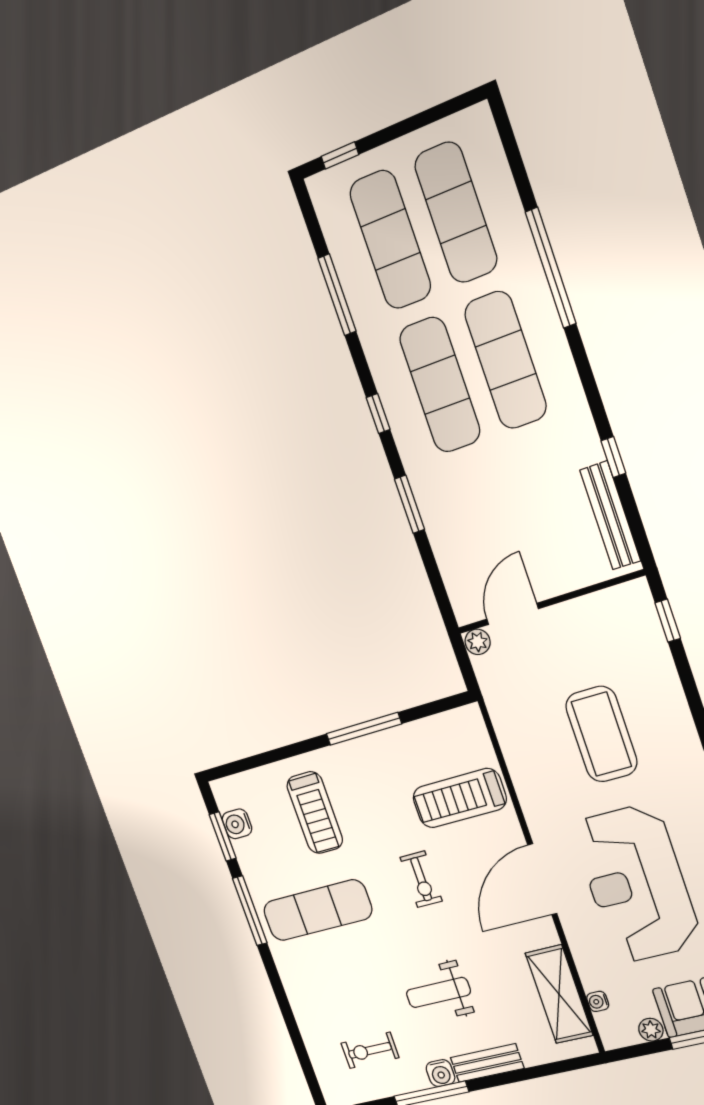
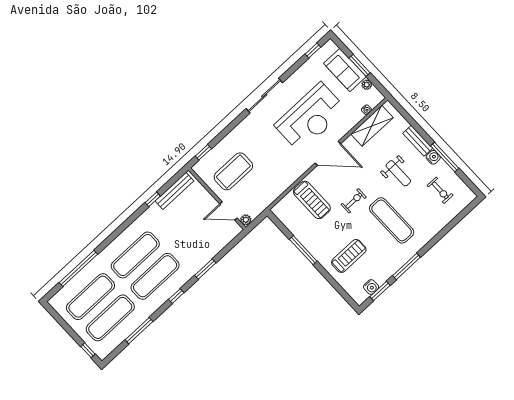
window: (551, 268) -> (78, 268), moved
coffee table: (601, 734) -> (233, 171), moved
exercise mat: (317, 910) -> (392, 220), moved

